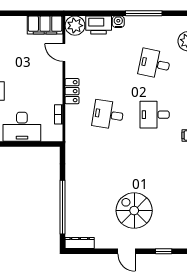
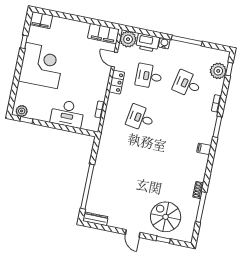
locker: (72, 91) -> (117, 82), moved
desk: (155, 115) -> (149, 76), moved
spiral stairs: (134, 211) -> (166, 217), moved

